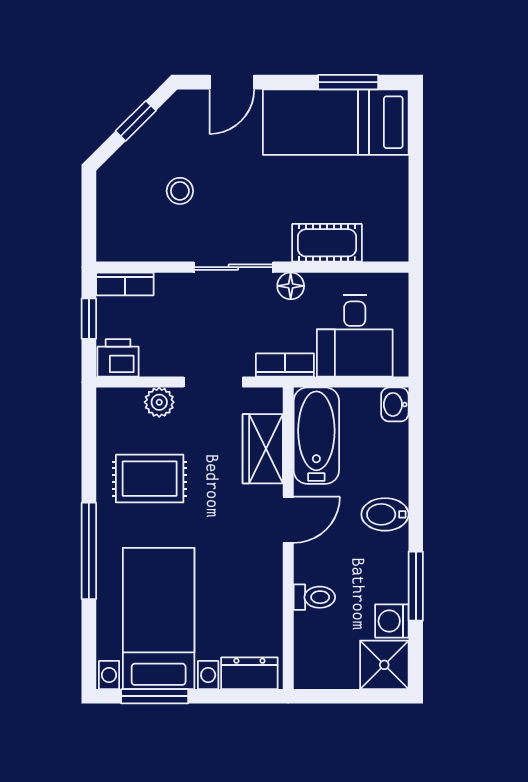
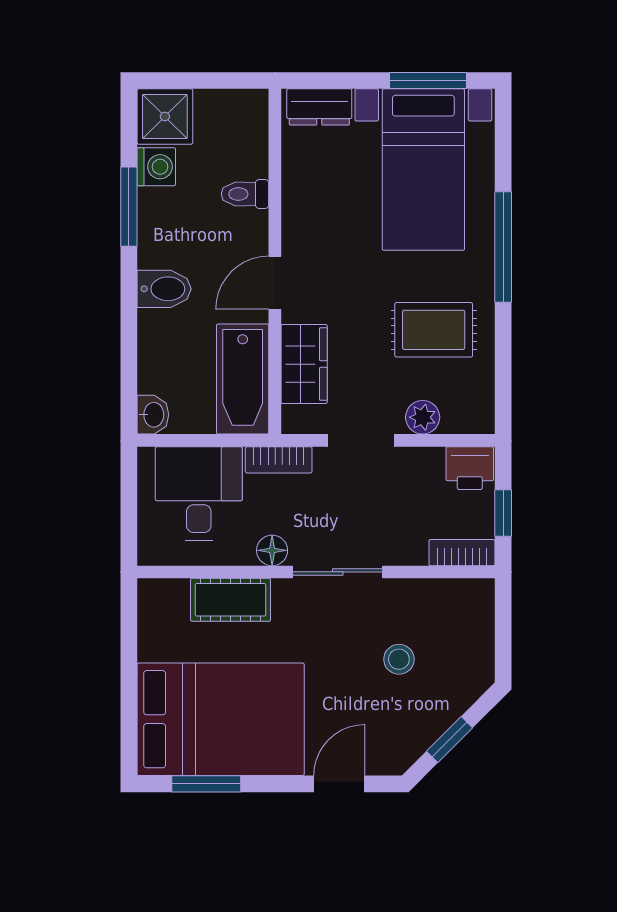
bed: (336, 122) -> (221, 719), width x1.50

